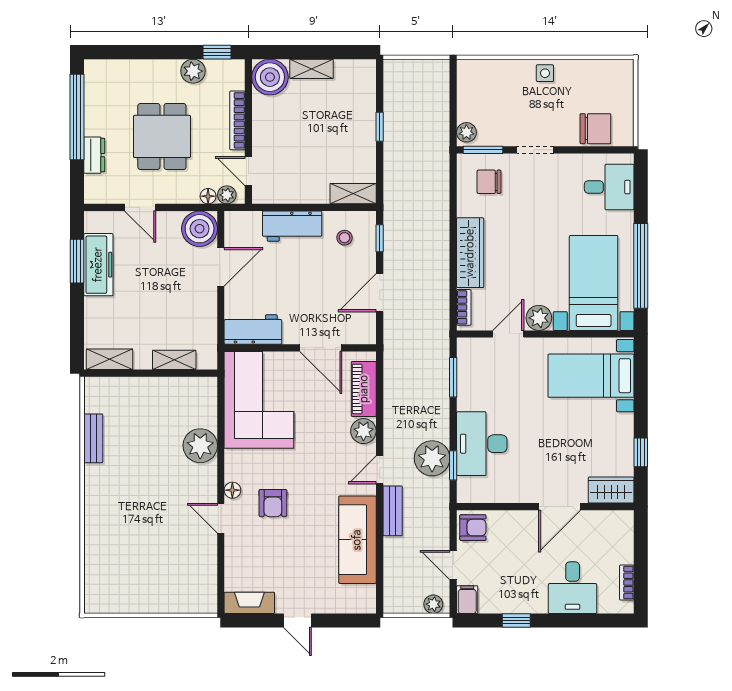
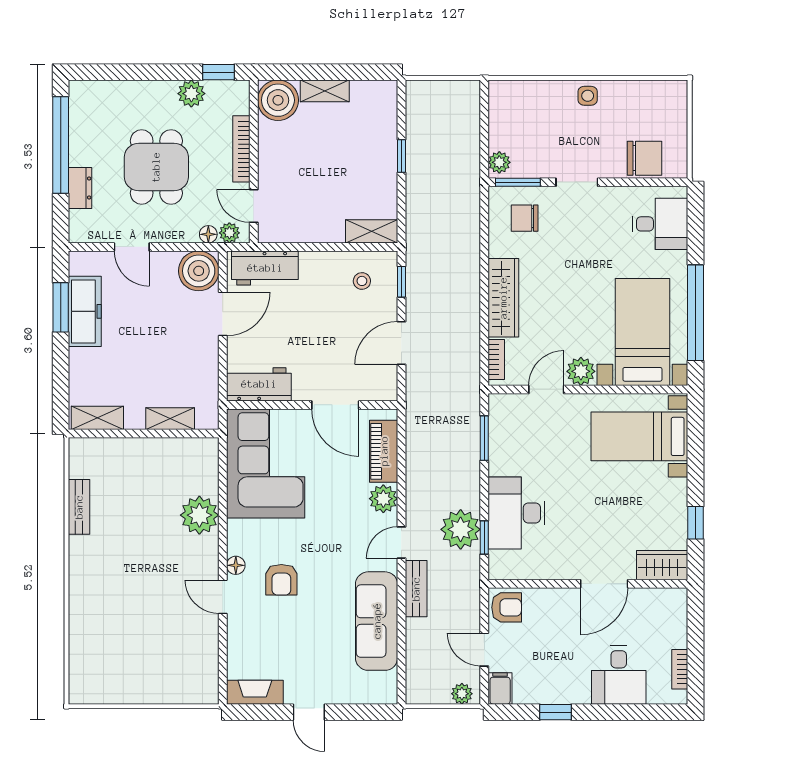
workbench: (292, 226) -> (265, 268), moved

